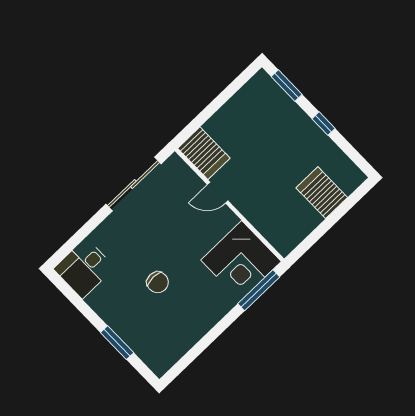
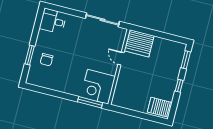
server rack: (204, 153) -> (139, 43), width x1.60
server rack: (322, 193) -> (160, 107), moved, turned -90
chair: (158, 282) -> (47, 60), moved

